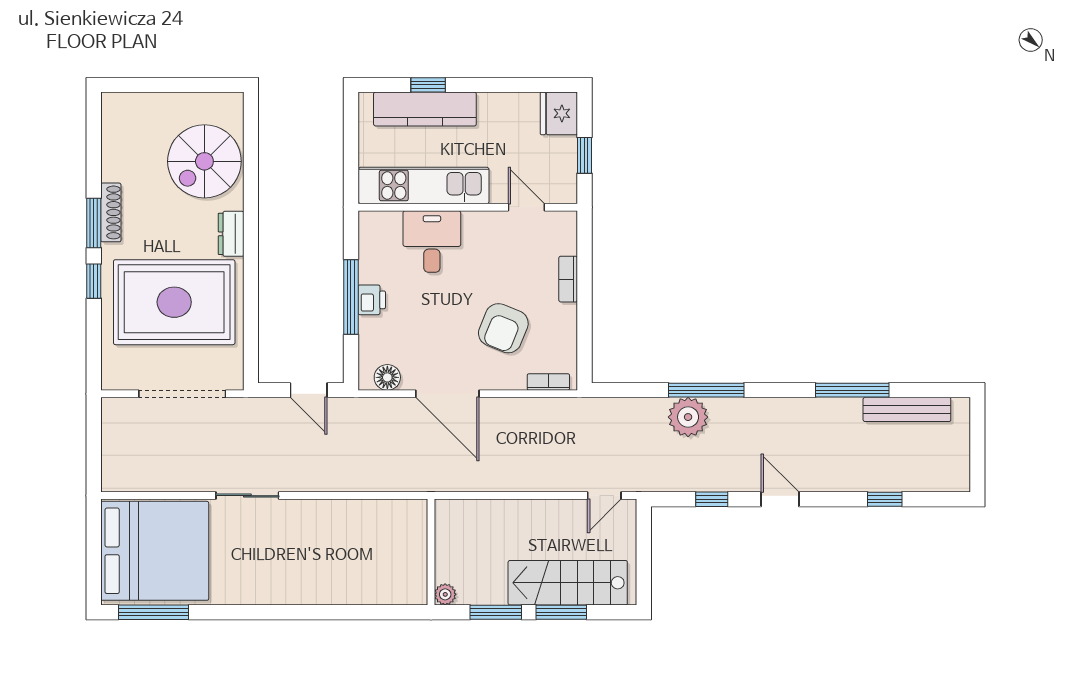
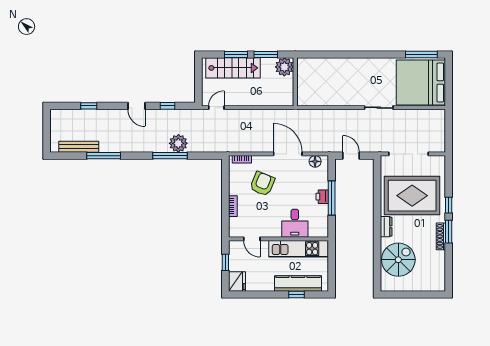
plant: (445, 594) -> (284, 67), width x1.88, depth x1.88

